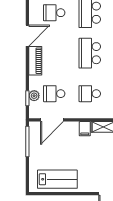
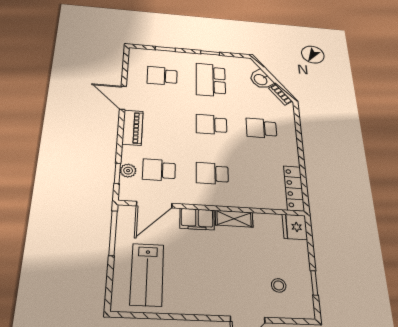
door: (27, 36) -> (123, 98), swing flipped
school desk: (90, 53) -> (211, 124), width x0.54
filing cabinet: (85, 129) -> (197, 219), width x2.00
lab bench: (57, 179) -> (147, 274), moved, turned 90

